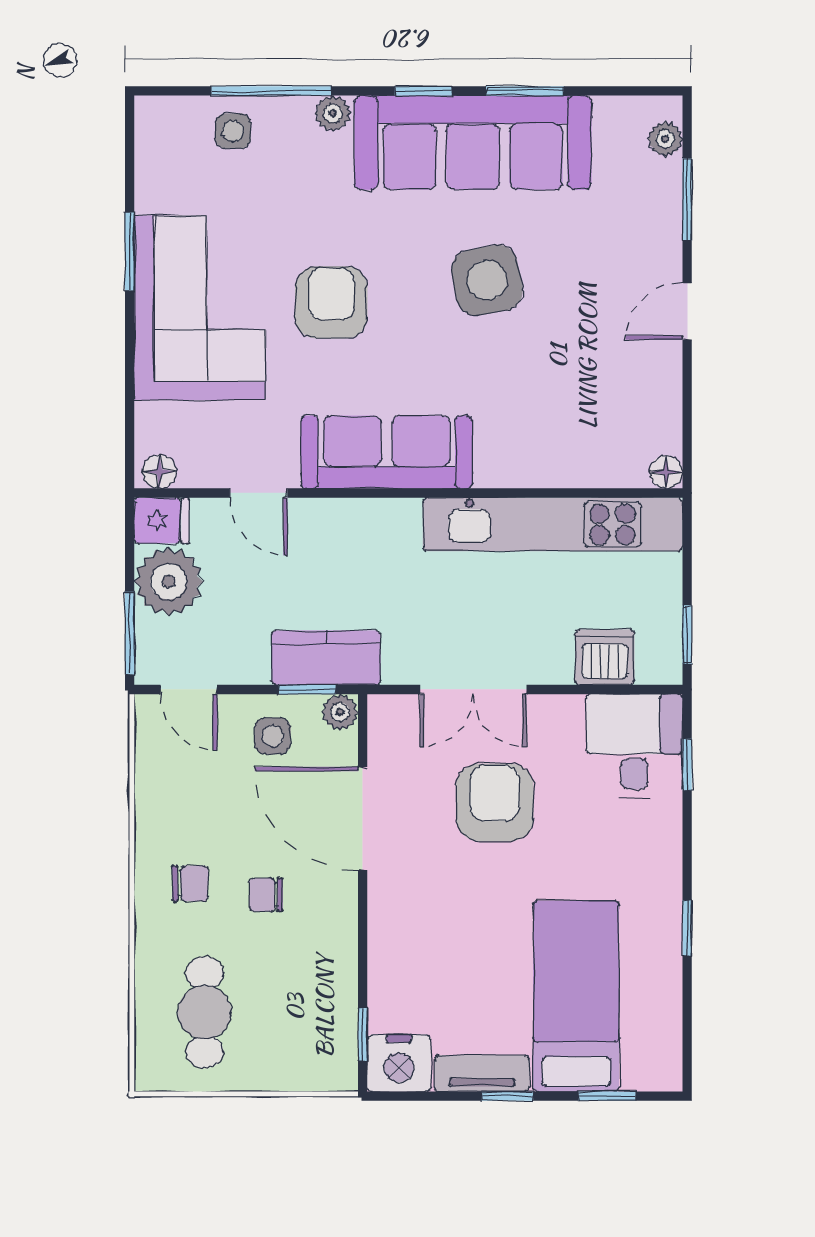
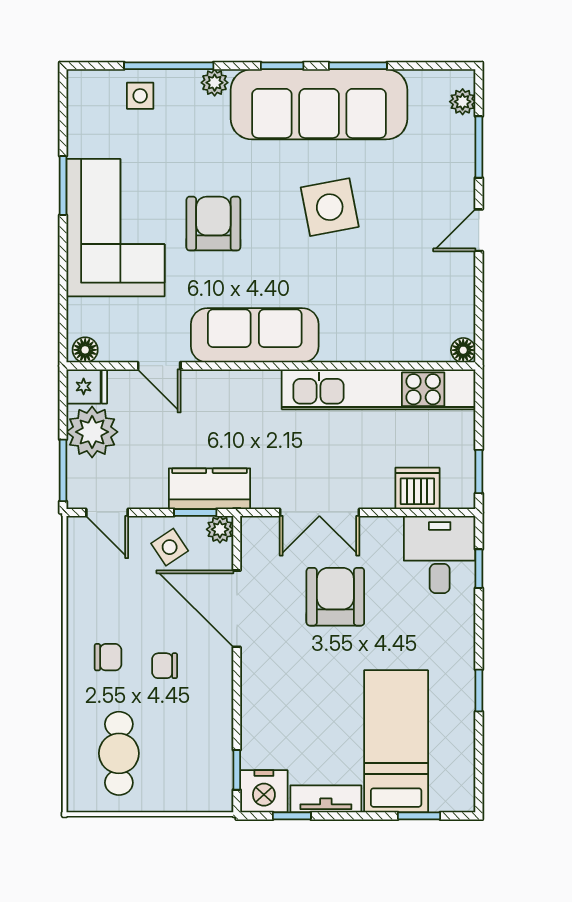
side table: (273, 736) -> (170, 547), turned -34
window: (507, 1096) -> (292, 816), moved

